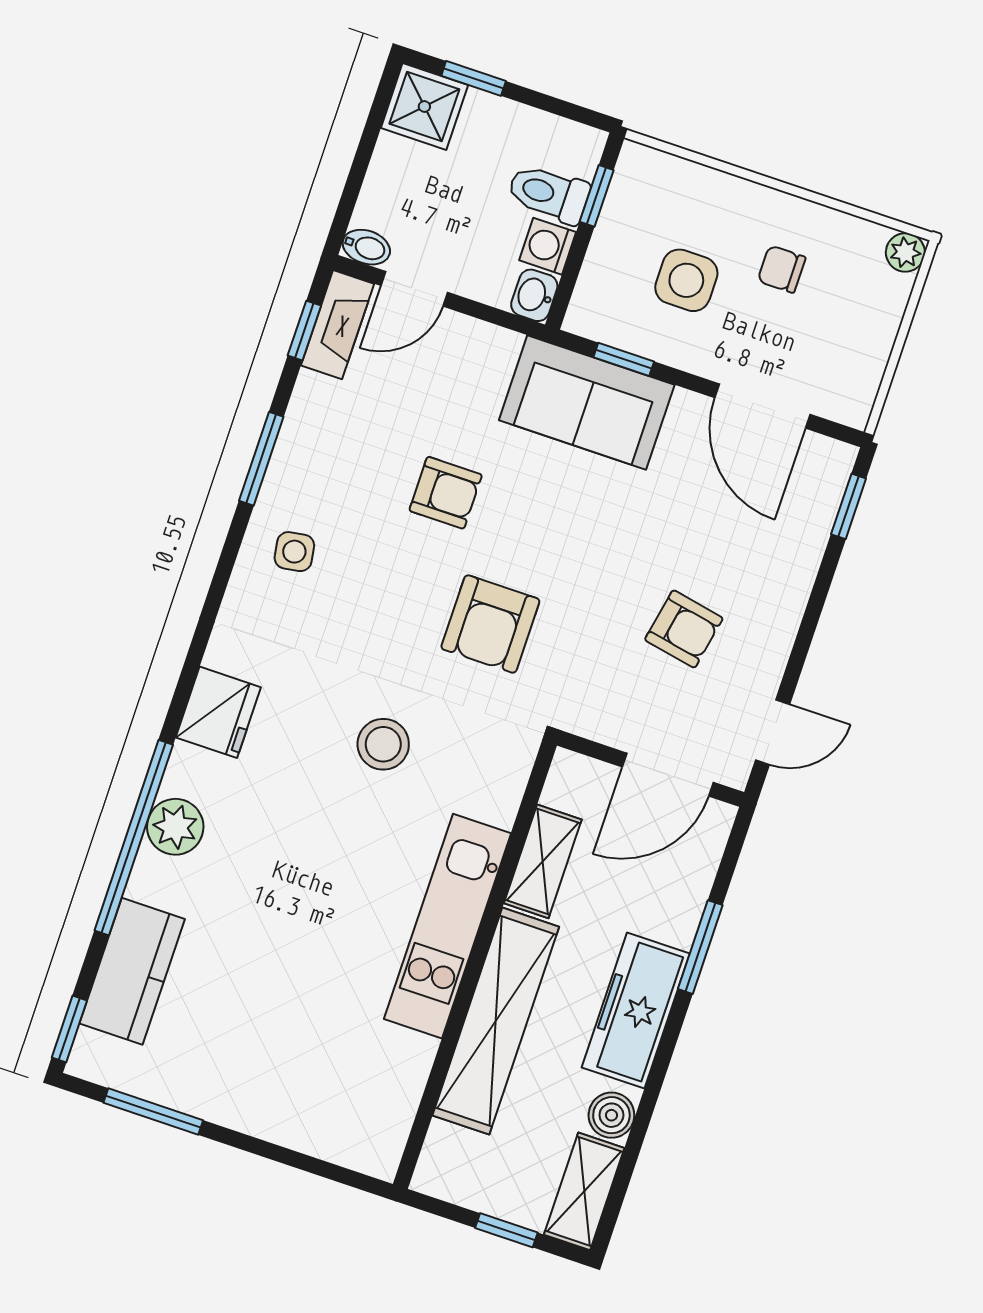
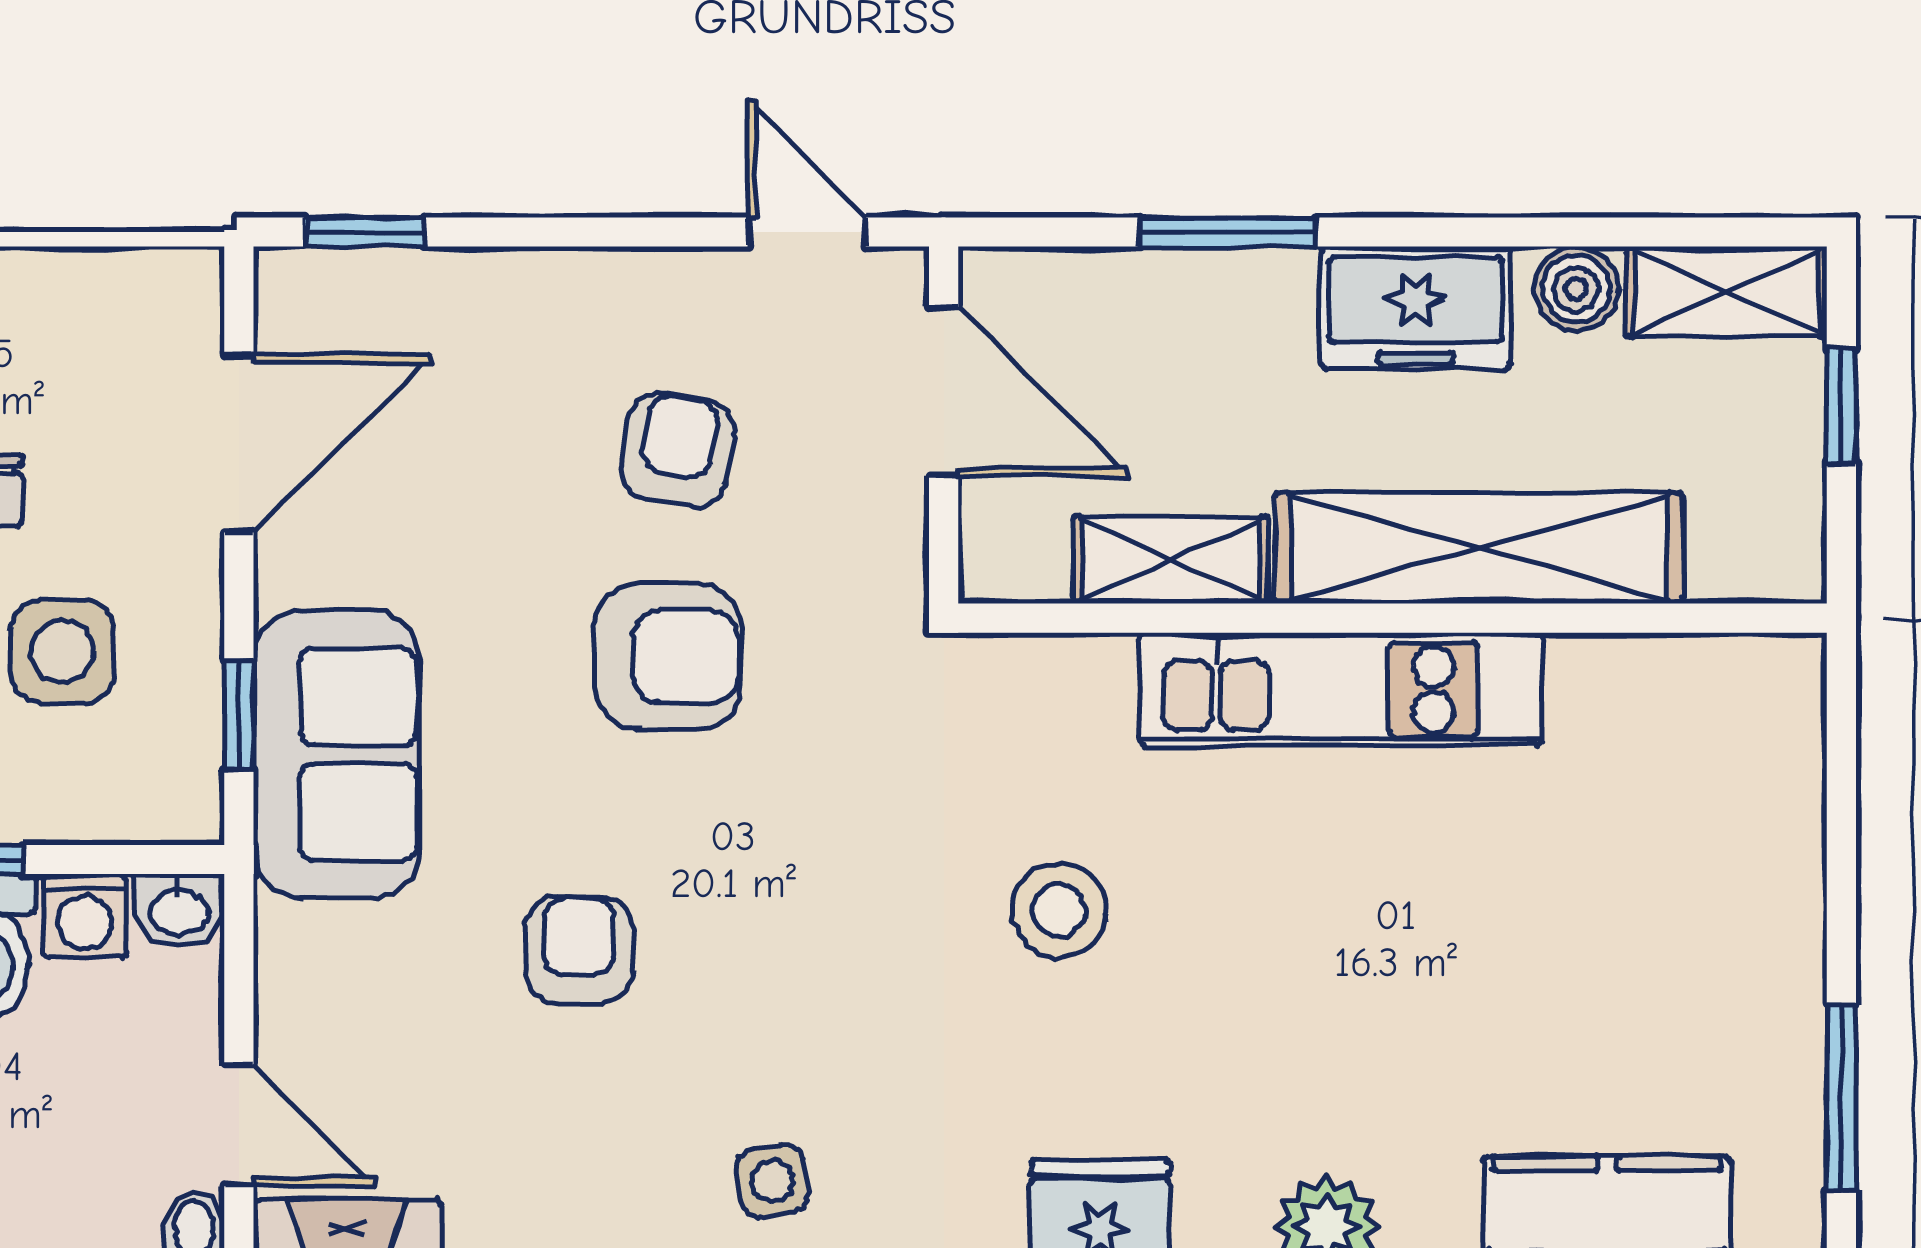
armchair: (490, 624) -> (668, 657), moved
freezer: (636, 1011) -> (1416, 308), width x0.71

